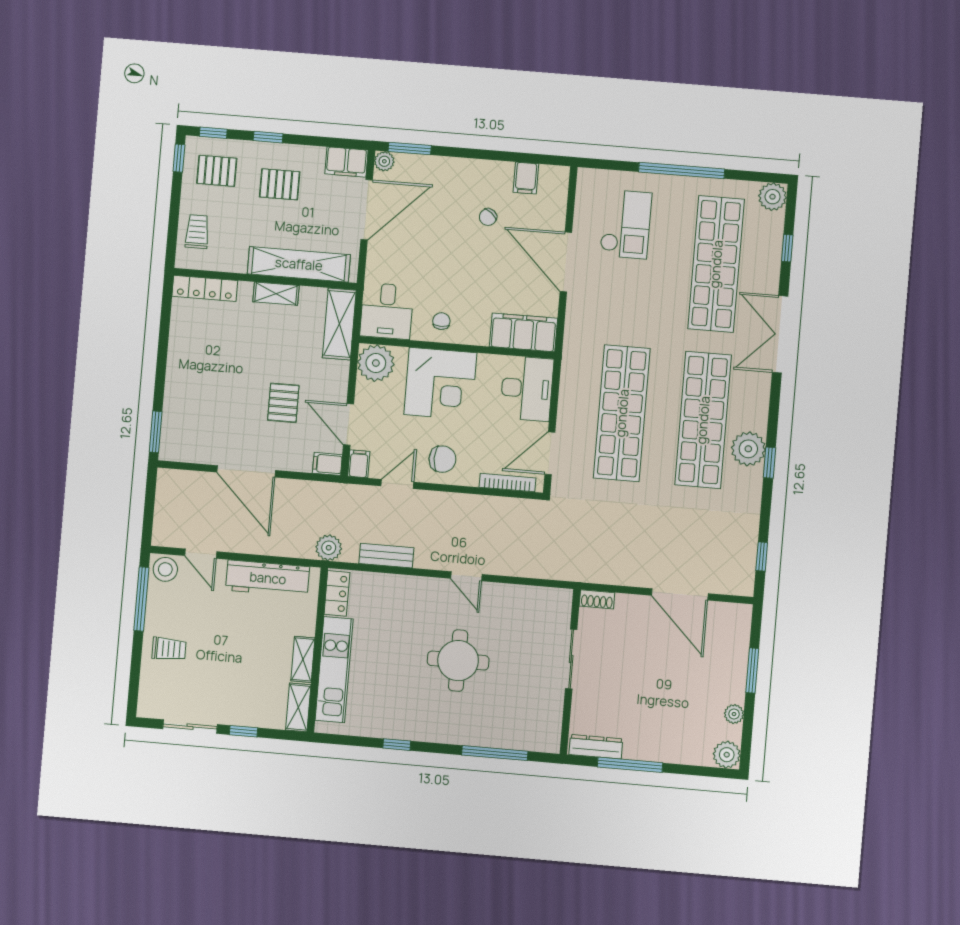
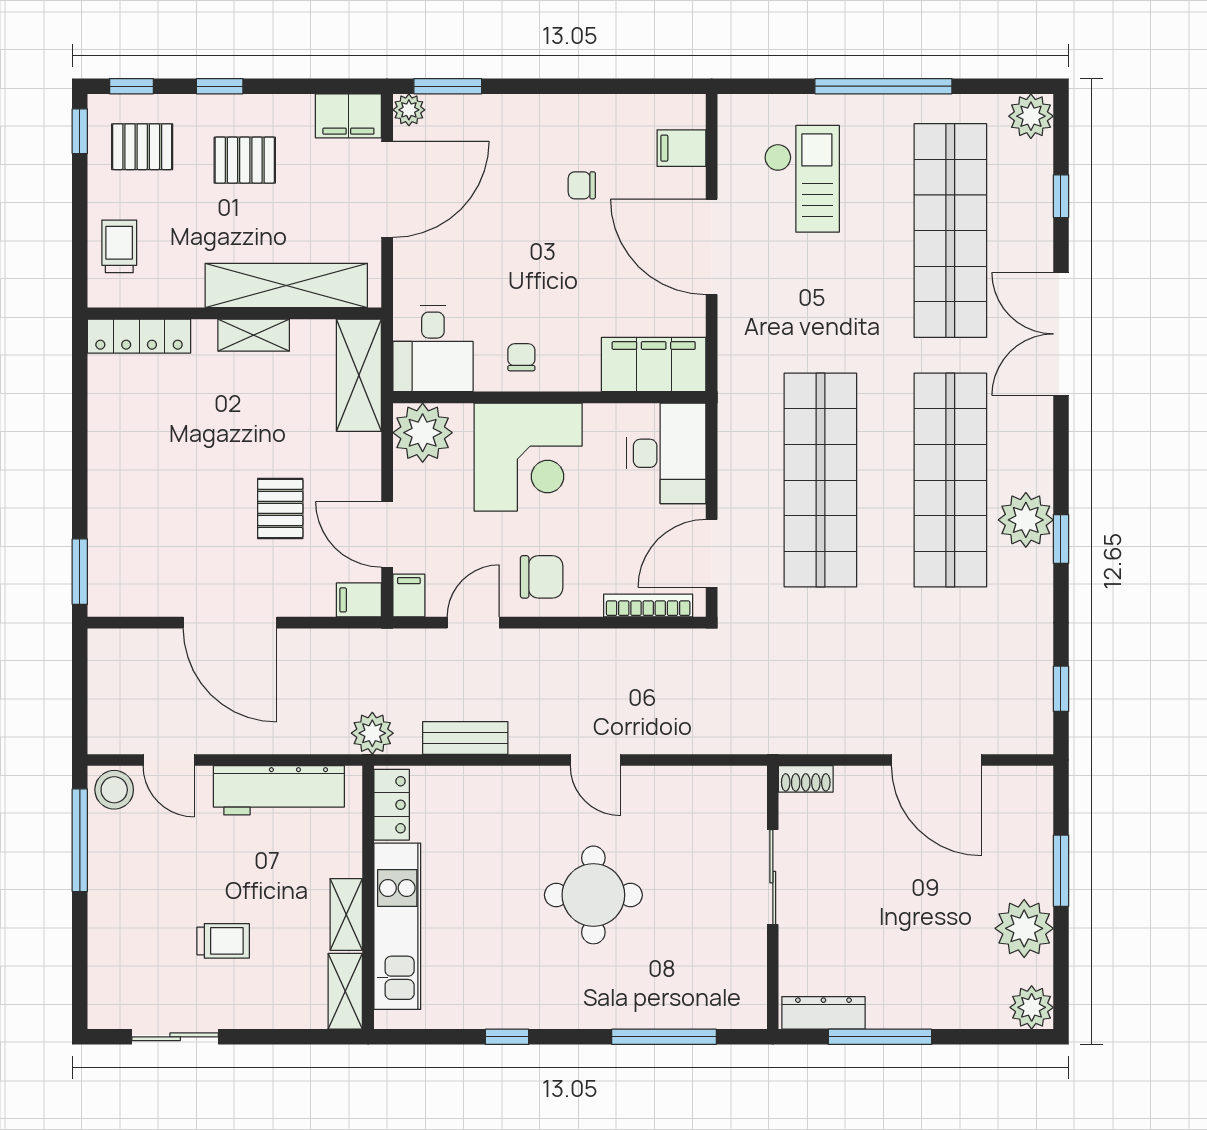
filing cabinet: (526, 178) -> (681, 148), moved, turned 90
chair: (488, 217) -> (582, 185), turned 51
trolley: (169, 649) -> (223, 941), moved
plant: (734, 714) -> (1024, 928), width x1.87, depth x1.87
window: (243, 731) -> (261, 1037), removed

